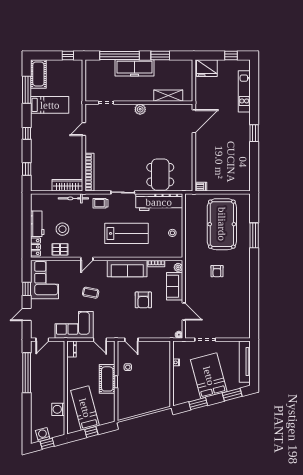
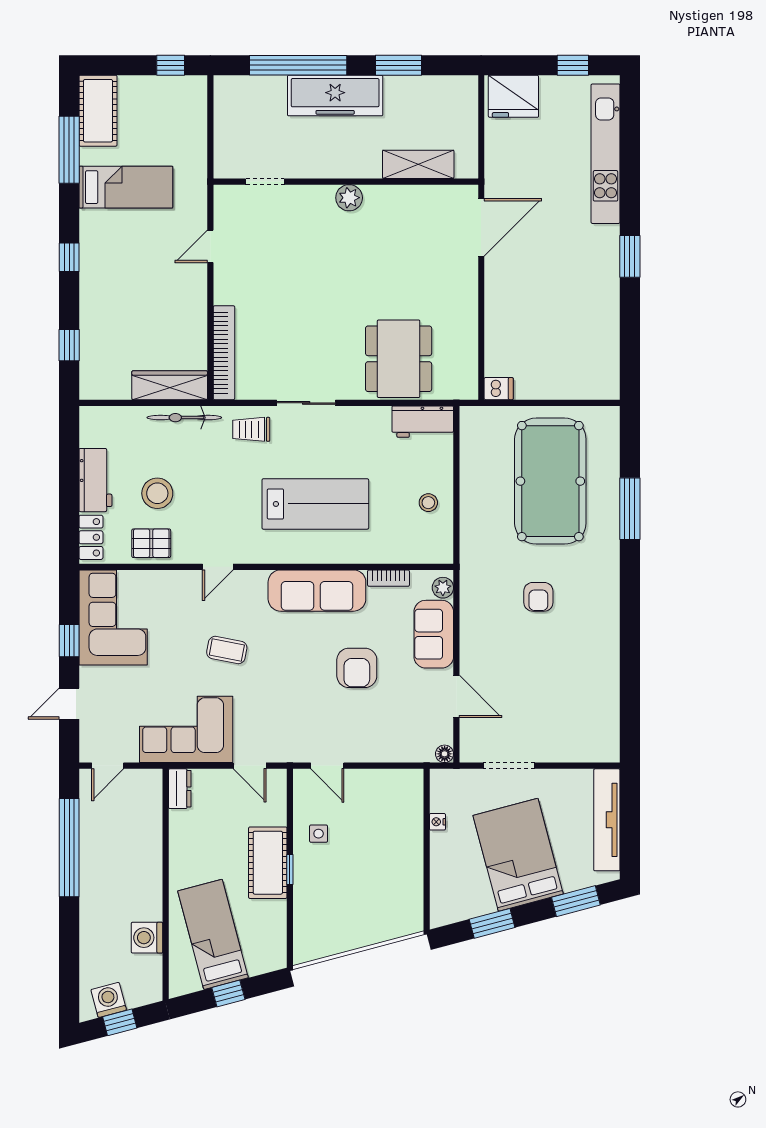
kitchen unit: (244, 91) -> (606, 154), width x1.36
workbench: (159, 202) -> (423, 422), width x0.53, depth x0.76

